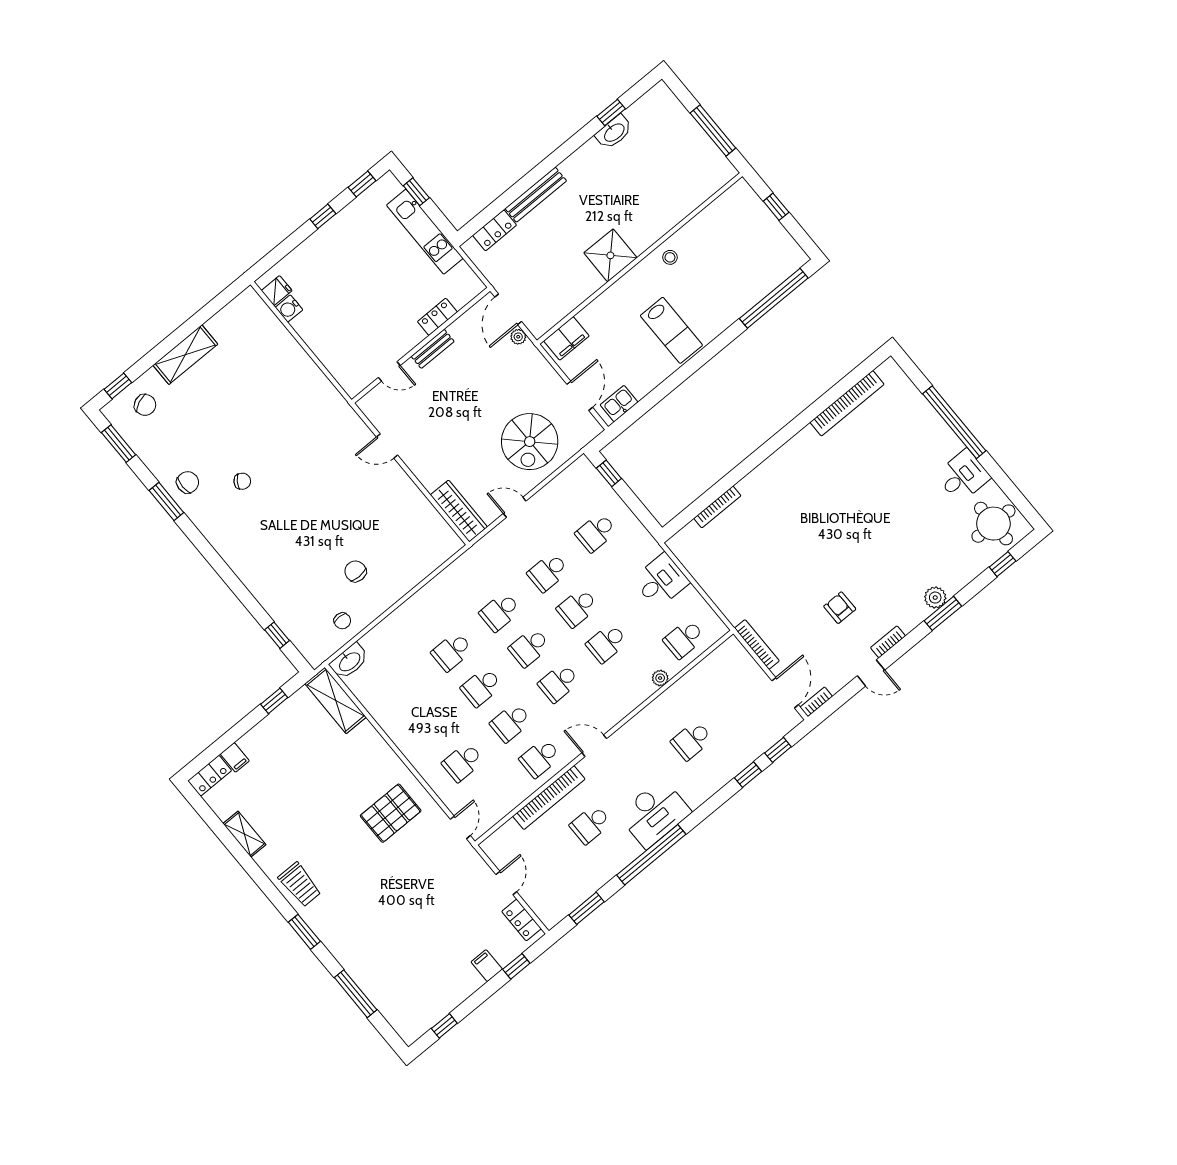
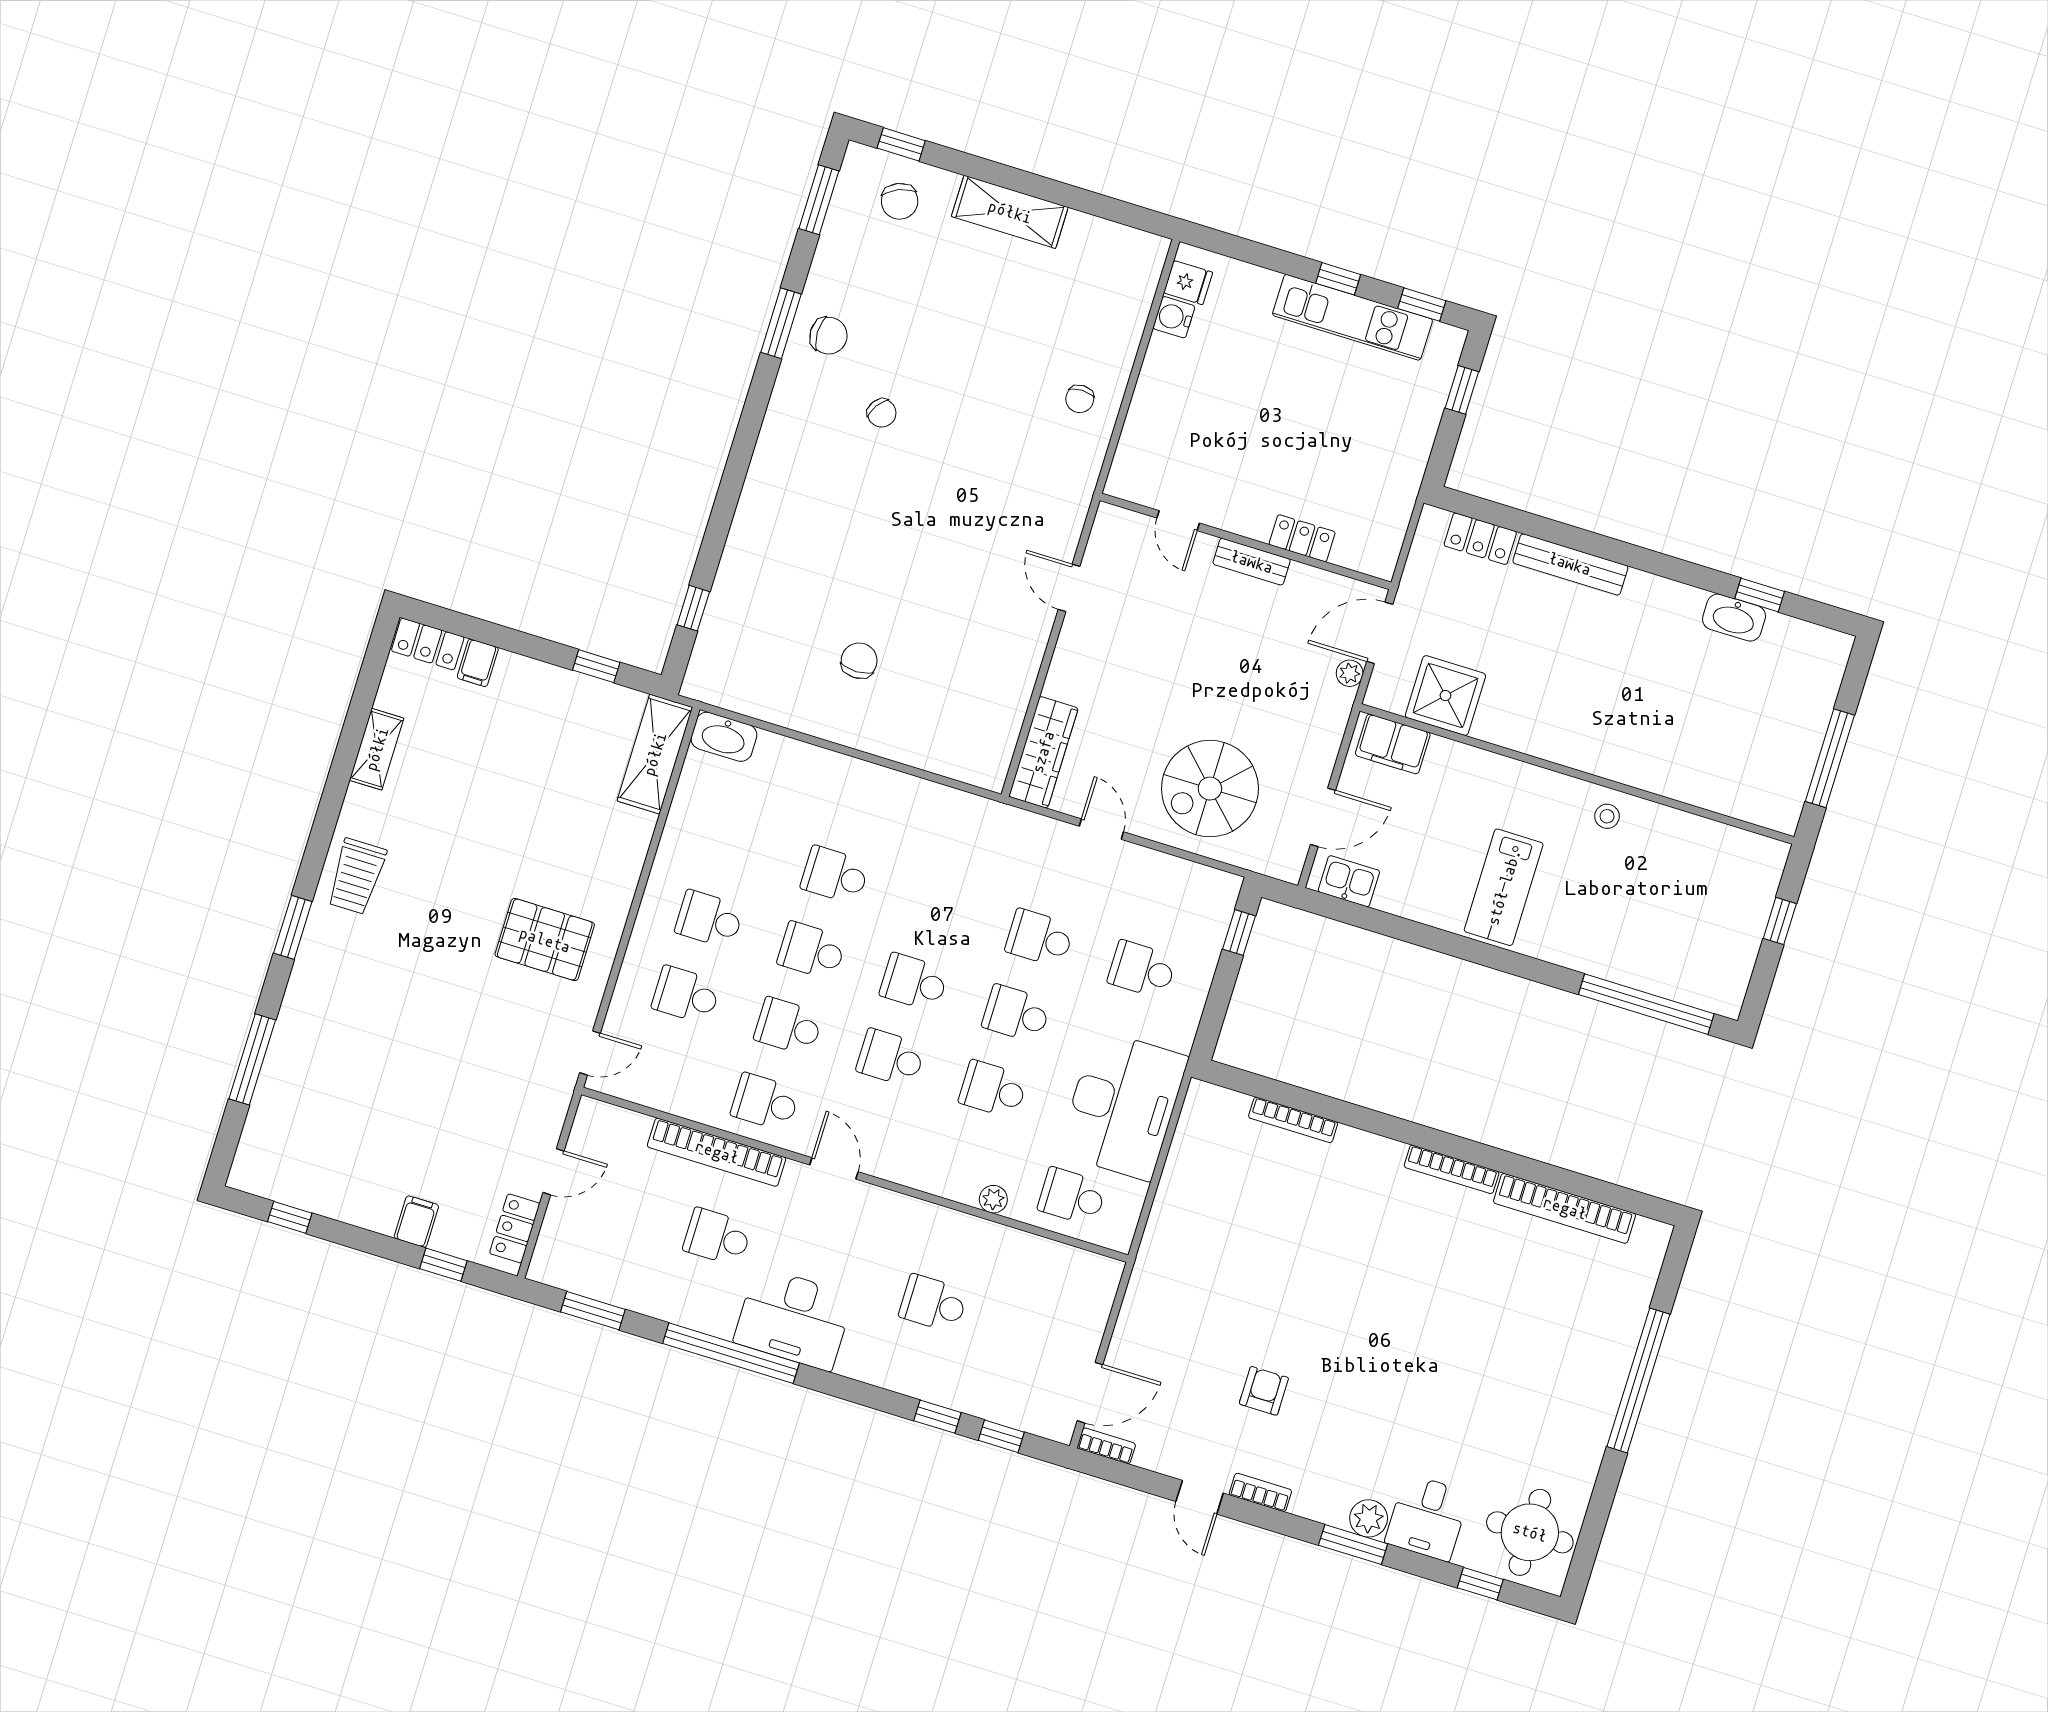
kitchen unit: (425, 232) -> (1353, 317), moved, turned -90
shower: (610, 255) -> (1445, 696), moved
desk: (963, 476) -> (1427, 1518), moved, turned 90
desk: (661, 581) -> (1123, 1105), width x1.87, depth x1.30
school desk: (500, 612) -> (709, 919), moved
chair: (342, 621) -> (1080, 399), moved
bookcase: (757, 645) -> (1452, 1169), moved, turned 90

